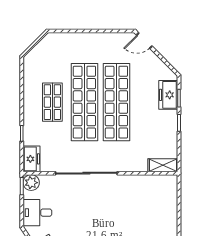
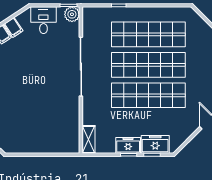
shop shelf: (52, 102) -> (148, 34), width x2.00, depth x1.36
freezer: (32, 159) -> (128, 145), moved, turned 180

